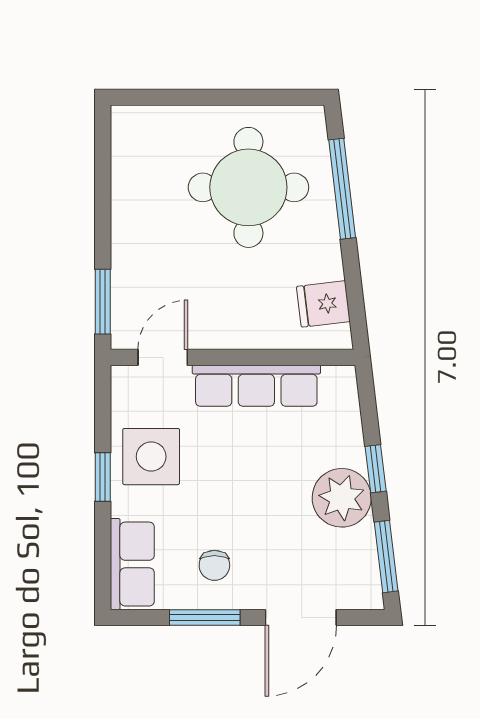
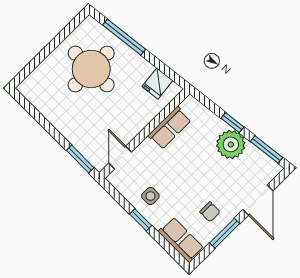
row of seats: (256, 386) -> (170, 128), width x0.68
side table: (151, 457) -> (150, 196), width x0.54, depth x0.54

